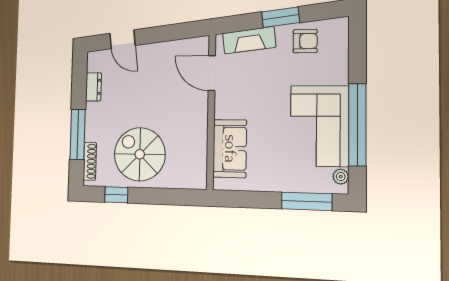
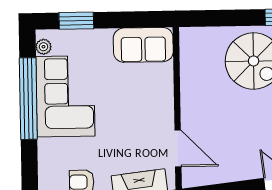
sofa: (230, 149) -> (143, 45), moved, turned -90
window: (307, 201) -> (76, 21), width x0.69

